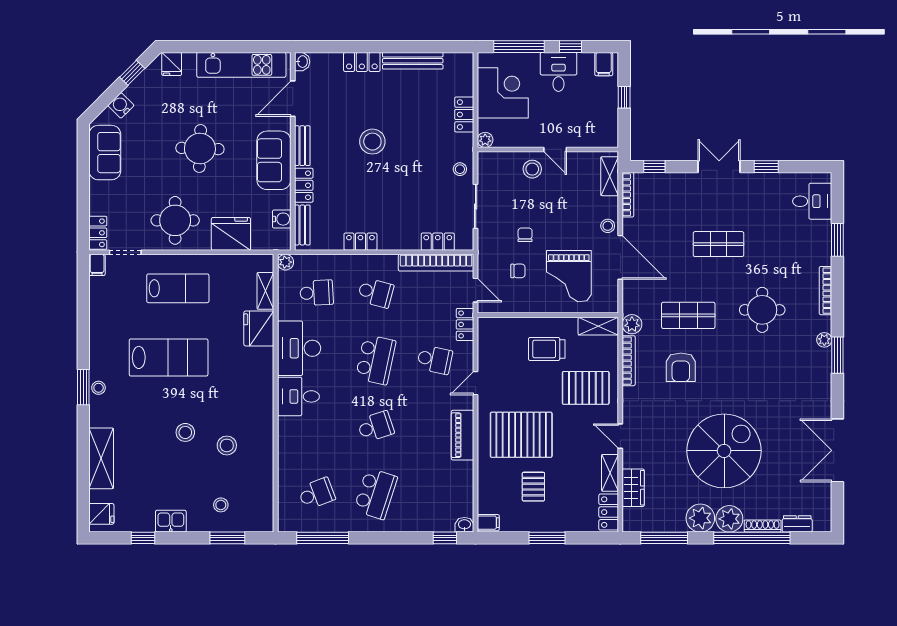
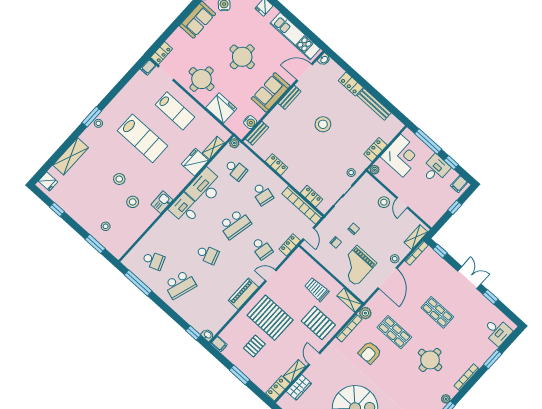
locker: (304, 185) -> (274, 116), removed
kitchen sink: (171, 521) -> (162, 202), moved, turned -90

